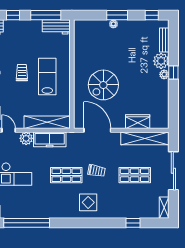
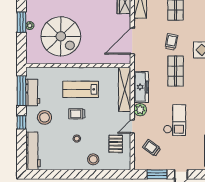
workbench: (56, 27) -> (33, 92), moved
stool: (18, 39) -> (44, 117), added
spiral stairs: (103, 85) -> (61, 36), moved, width x1.37, depth x1.37

